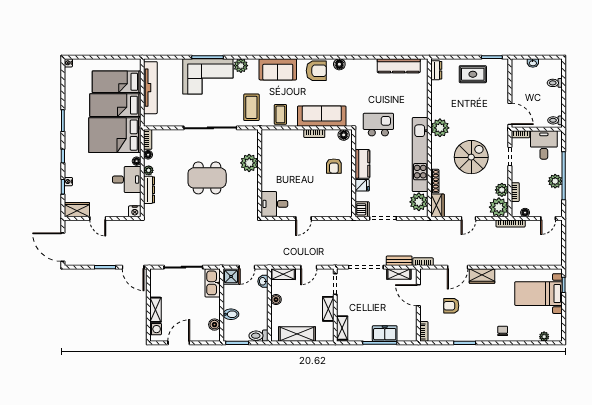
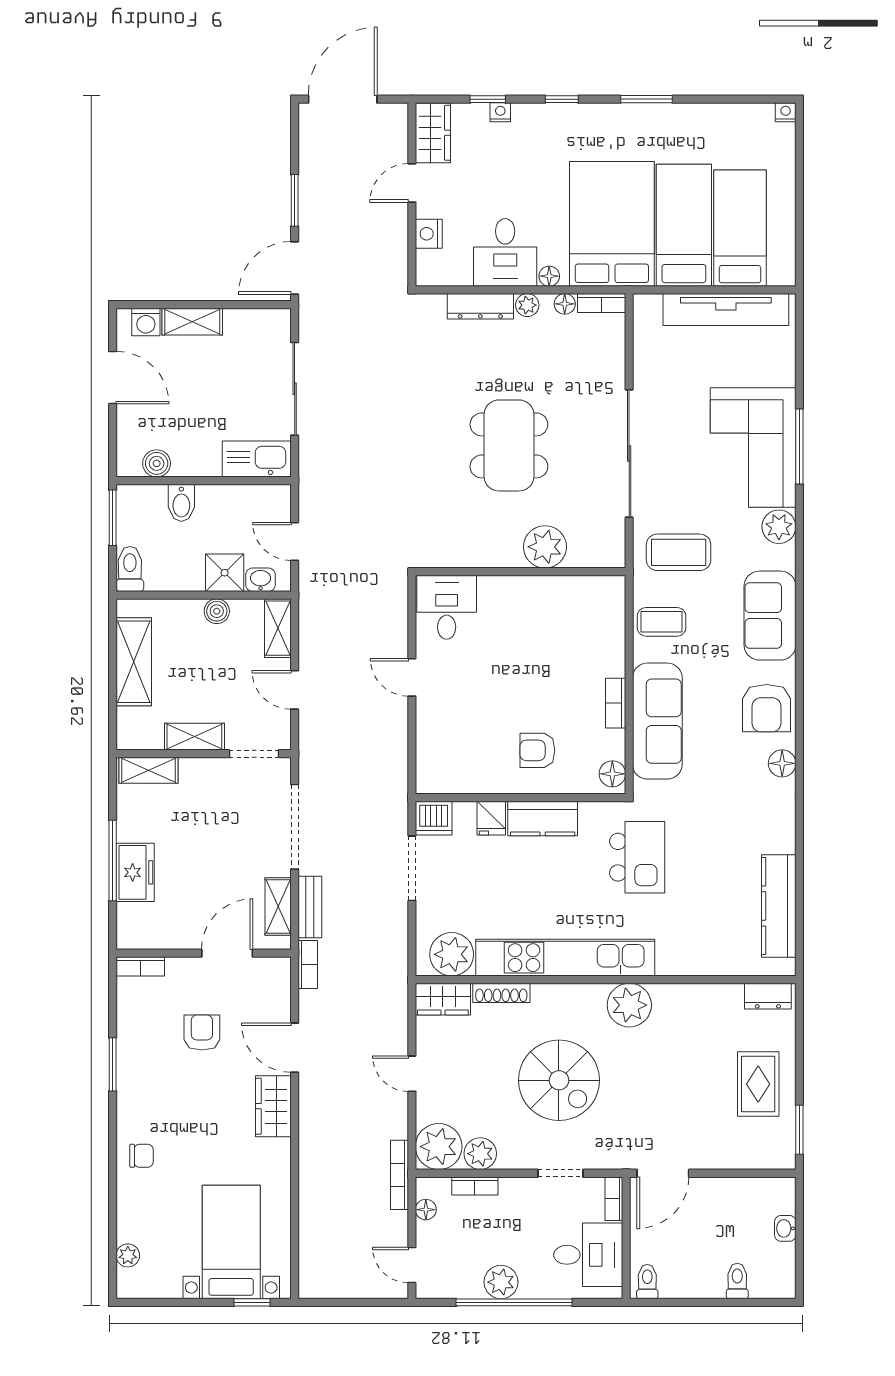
nightstand: (135, 211) -> (429, 234), moved
shower: (231, 277) -> (225, 573), moved

